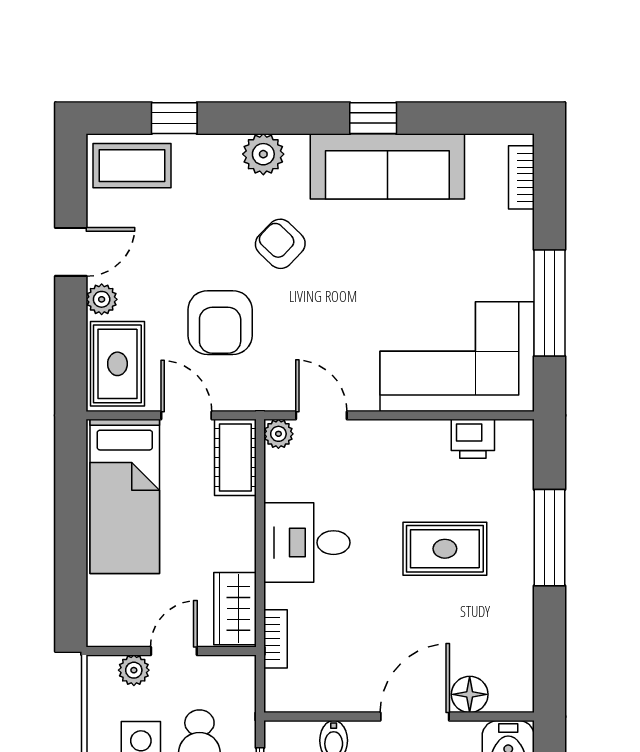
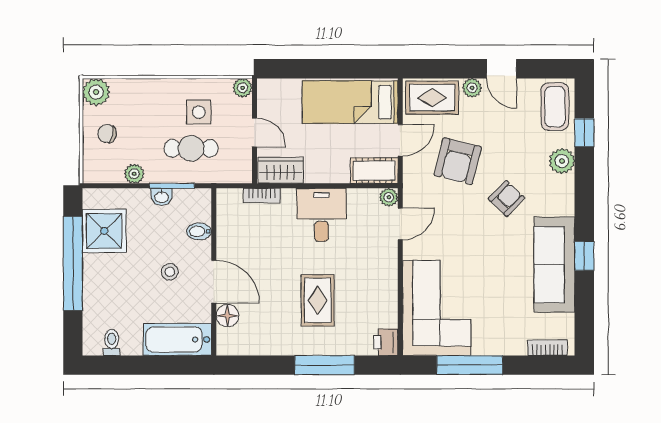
plant: (263, 154) -> (562, 161), moved
armchair: (220, 323) -> (458, 161), turned -76
printer: (473, 439) -> (386, 342), moved
plant: (134, 670) -> (243, 88), moved

